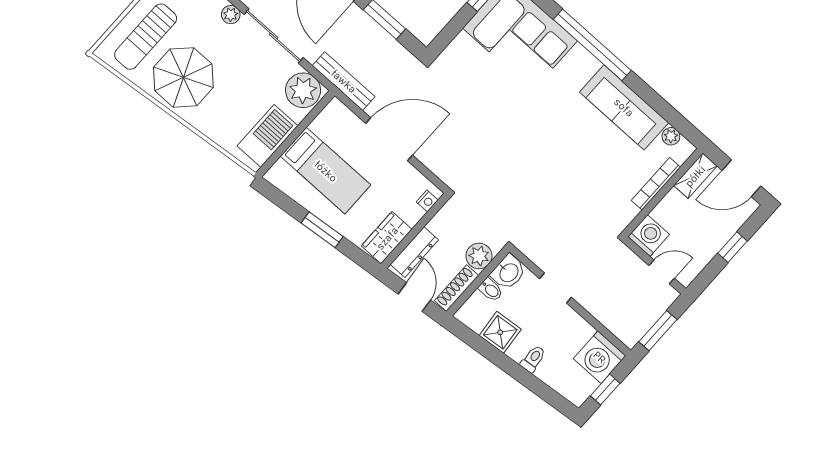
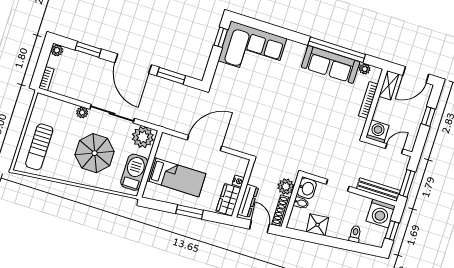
window: (592, 45) -> (337, 50), moved
parasol: (183, 77) -> (95, 153), moved
bench: (344, 81) -> (378, 190), moved
nightstand: (427, 201) -> (238, 181), moved
toilet: (533, 359) -> (355, 234), moved

